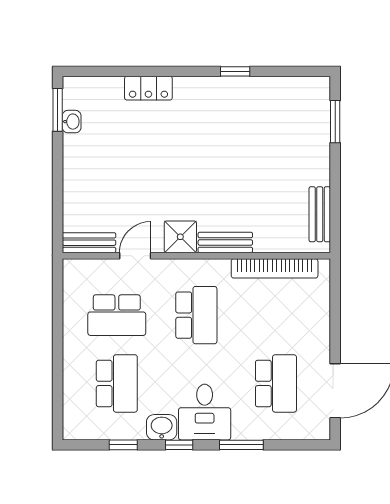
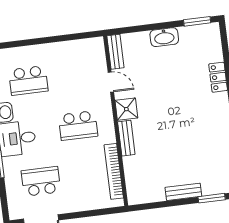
washbasin: (72, 122) -> (164, 37), moved, width x1.91, depth x1.45
bench: (320, 214) -> (183, 192), moved
school desk: (117, 315) -> (72, 75), removed
school desk: (276, 383) -> (41, 181), turned 180

